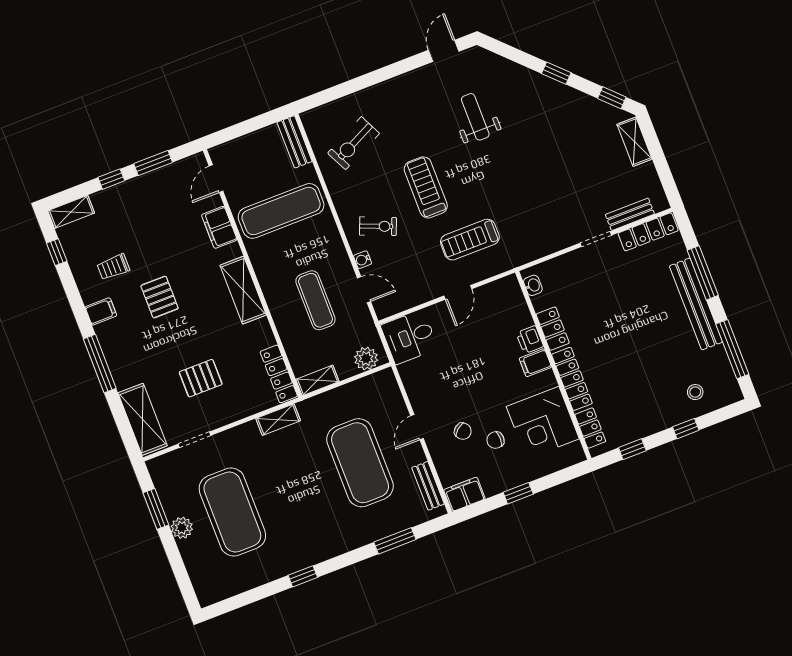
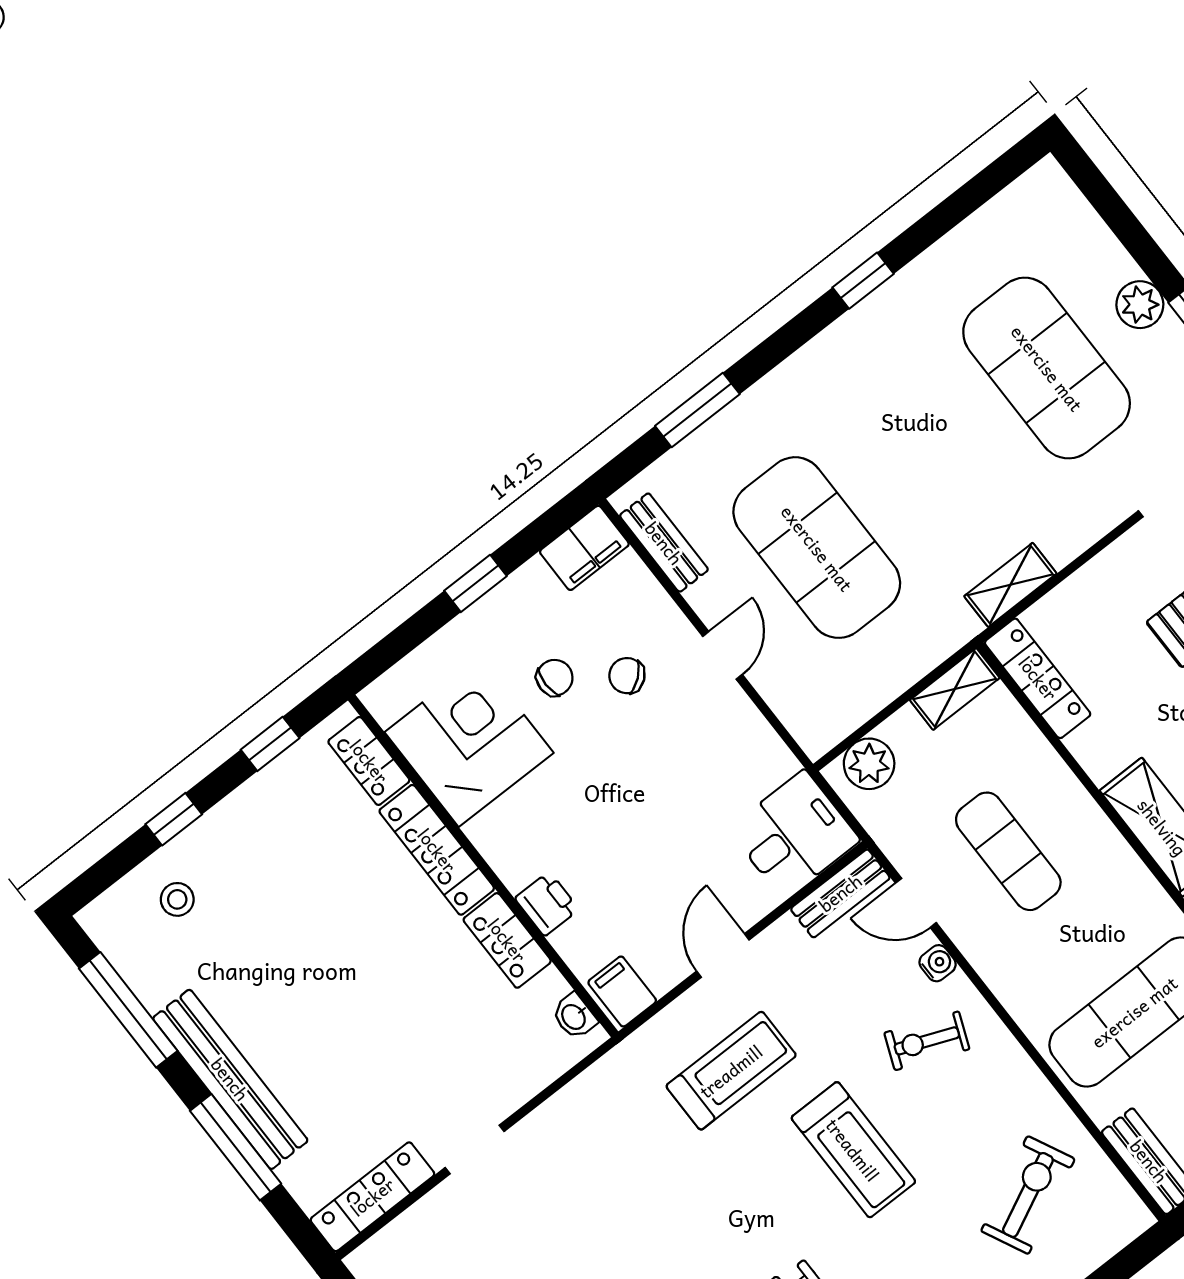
bench: (630, 214) -> (840, 893), moved
filing cabinet: (535, 363) -> (622, 991), moved, turned -90

